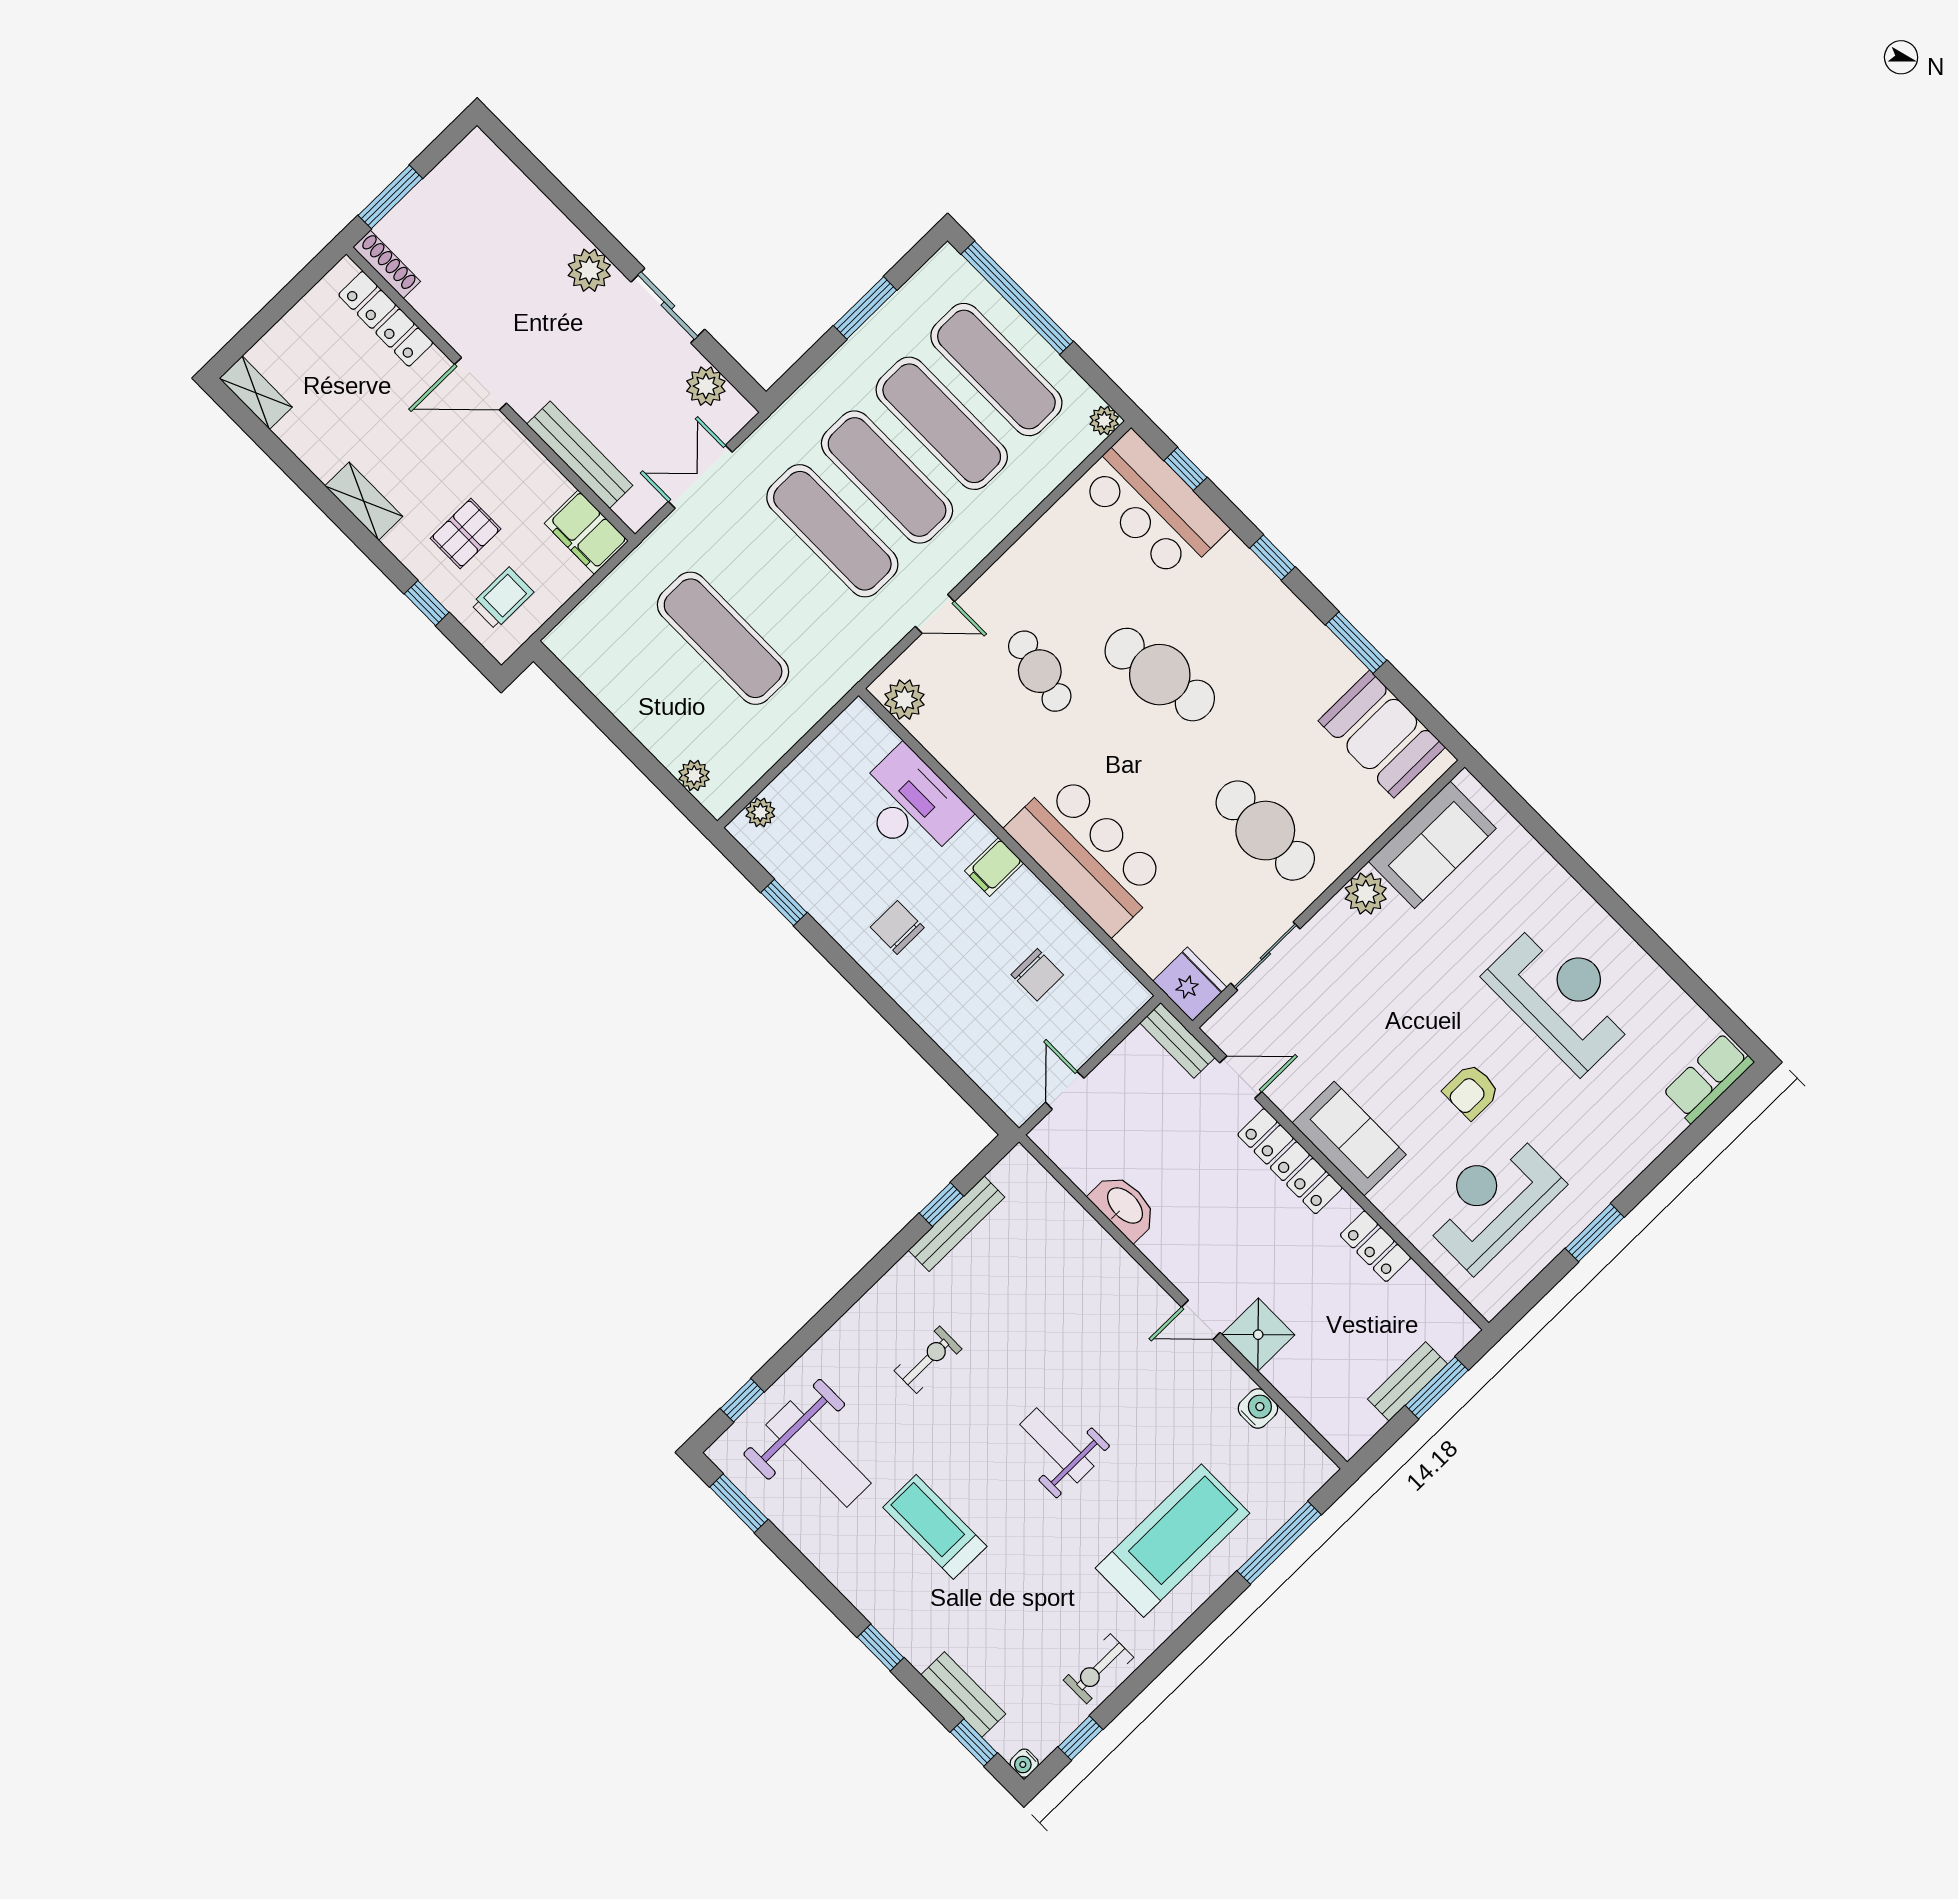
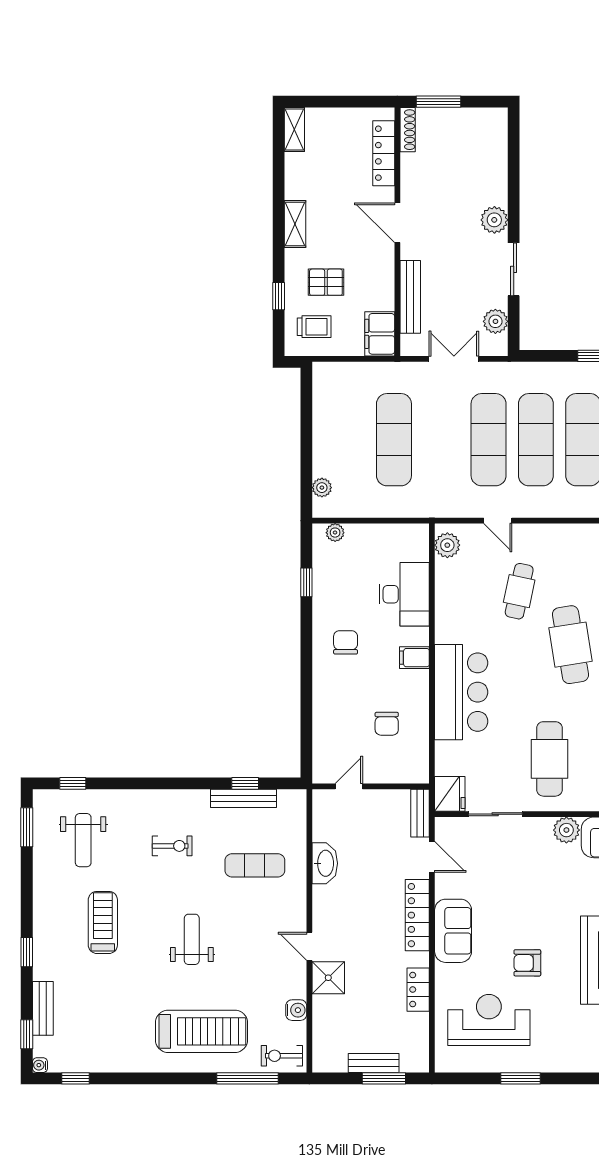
exercise mat: (1046, 1288) -> (255, 865), added
weight bench: (819, 1454) -> (83, 840), width x0.73, depth x0.75
exercise bike: (1098, 1669) -> (282, 1056), moved

